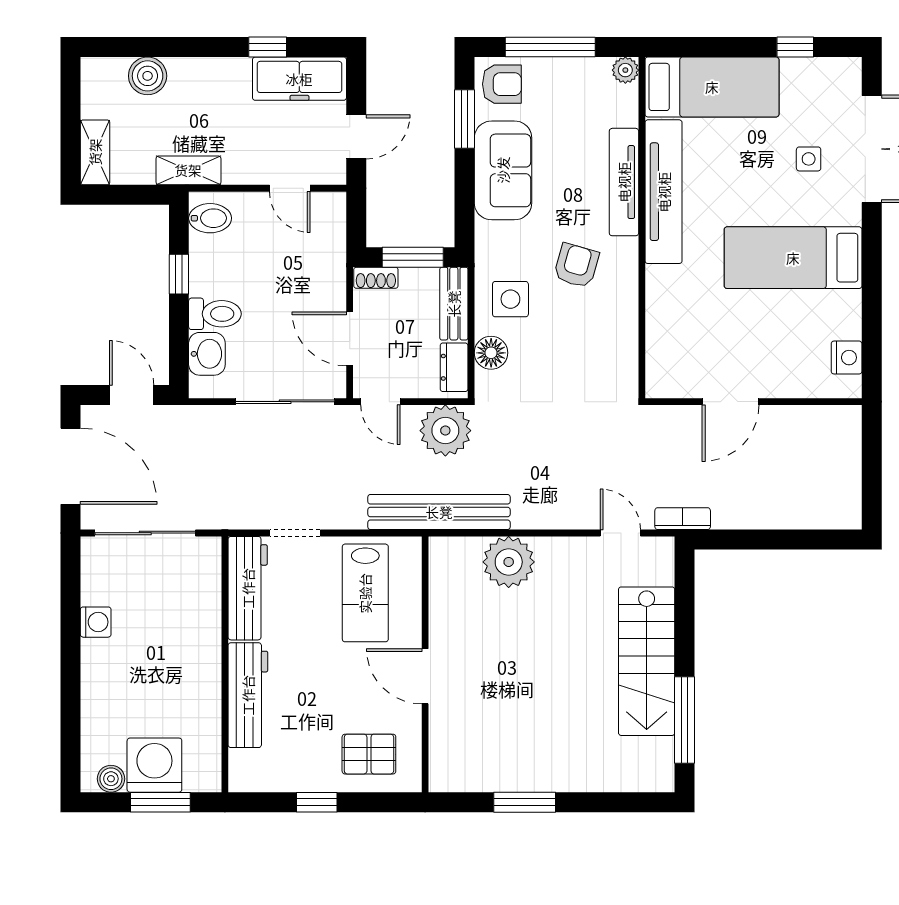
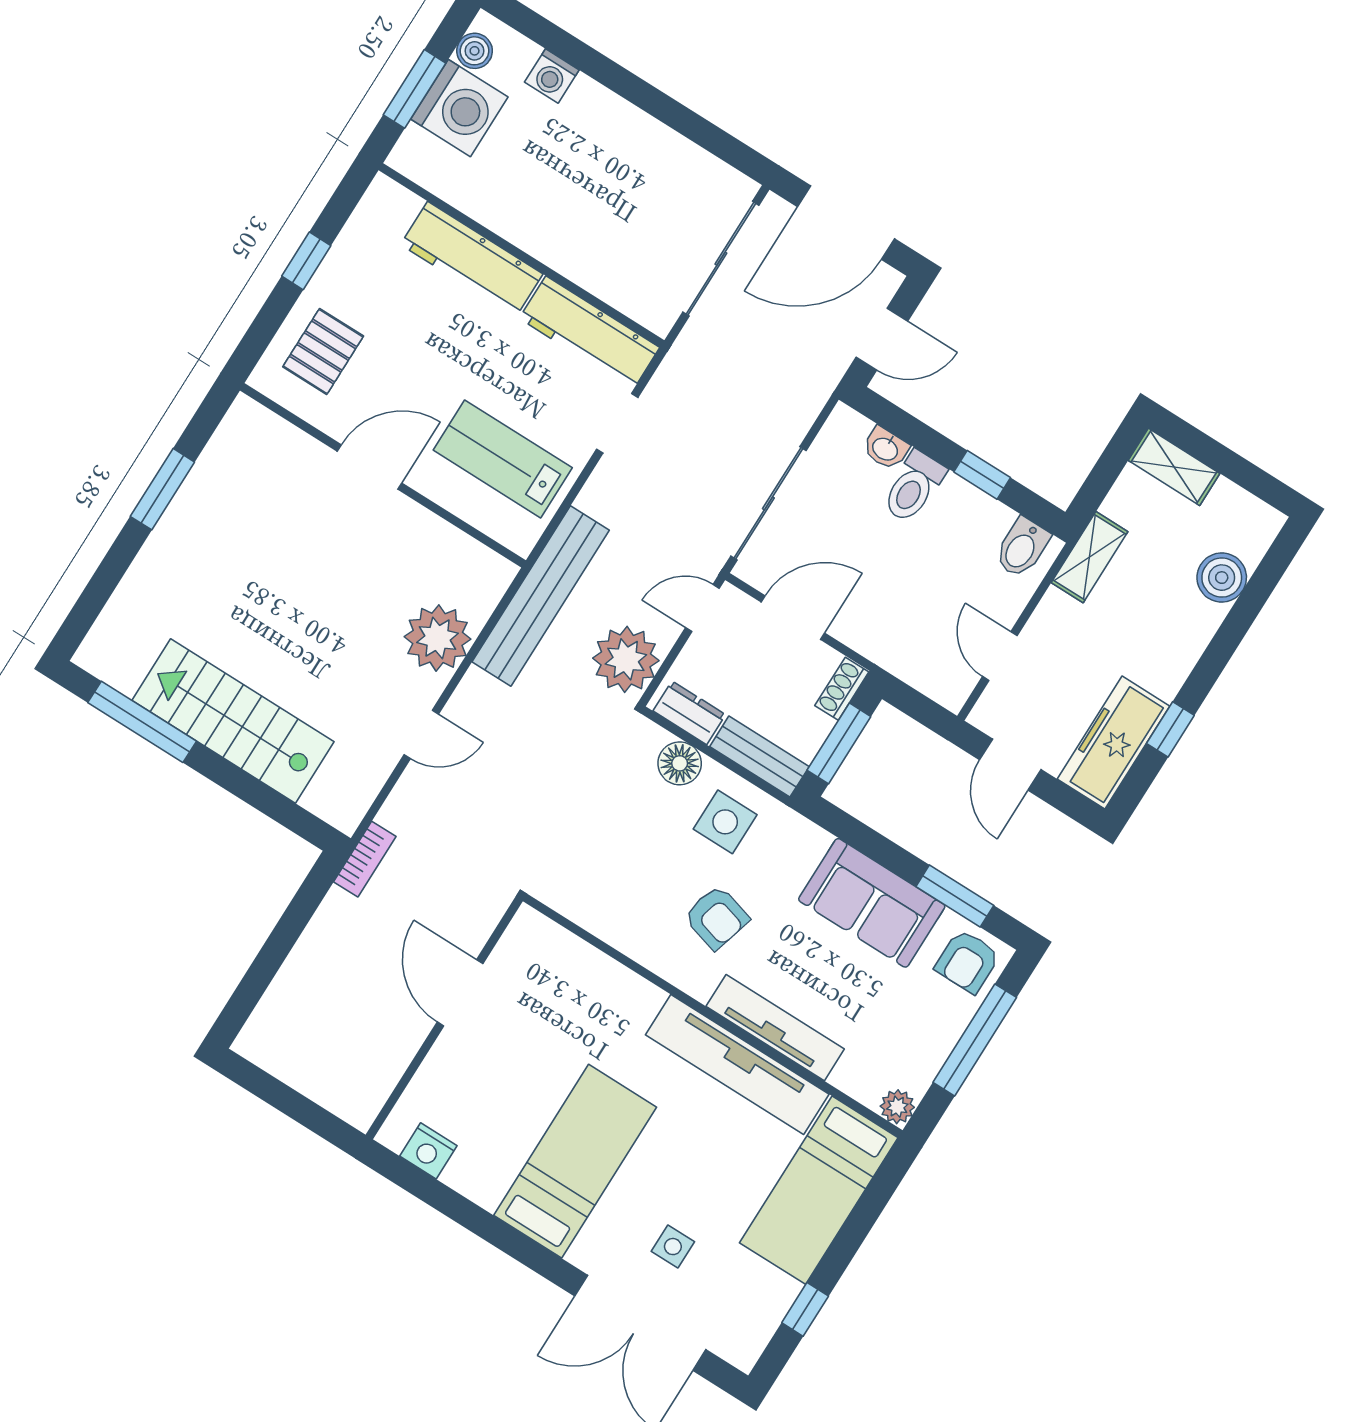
door: (290, 188) -> (1000, 656), hinge flipped
washbasin: (207, 354) -> (886, 448), width x0.72, depth x0.69
door: (620, 533) -> (421, 734), moved
washing machine: (96, 622) -> (552, 76), moved

